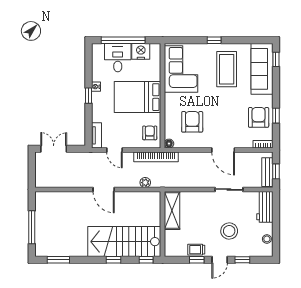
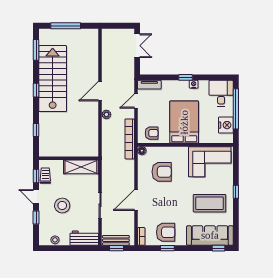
desk: (118, 58) -> (221, 93), moved, turned -90
plant: (145, 183) -> (106, 114), moved
shelving: (172, 210) -> (81, 167), moved
wall: (163, 224) -> (69, 158), moved
stairs: (124, 242) -> (53, 79), moved
window: (113, 260) -> (36, 90), moved

